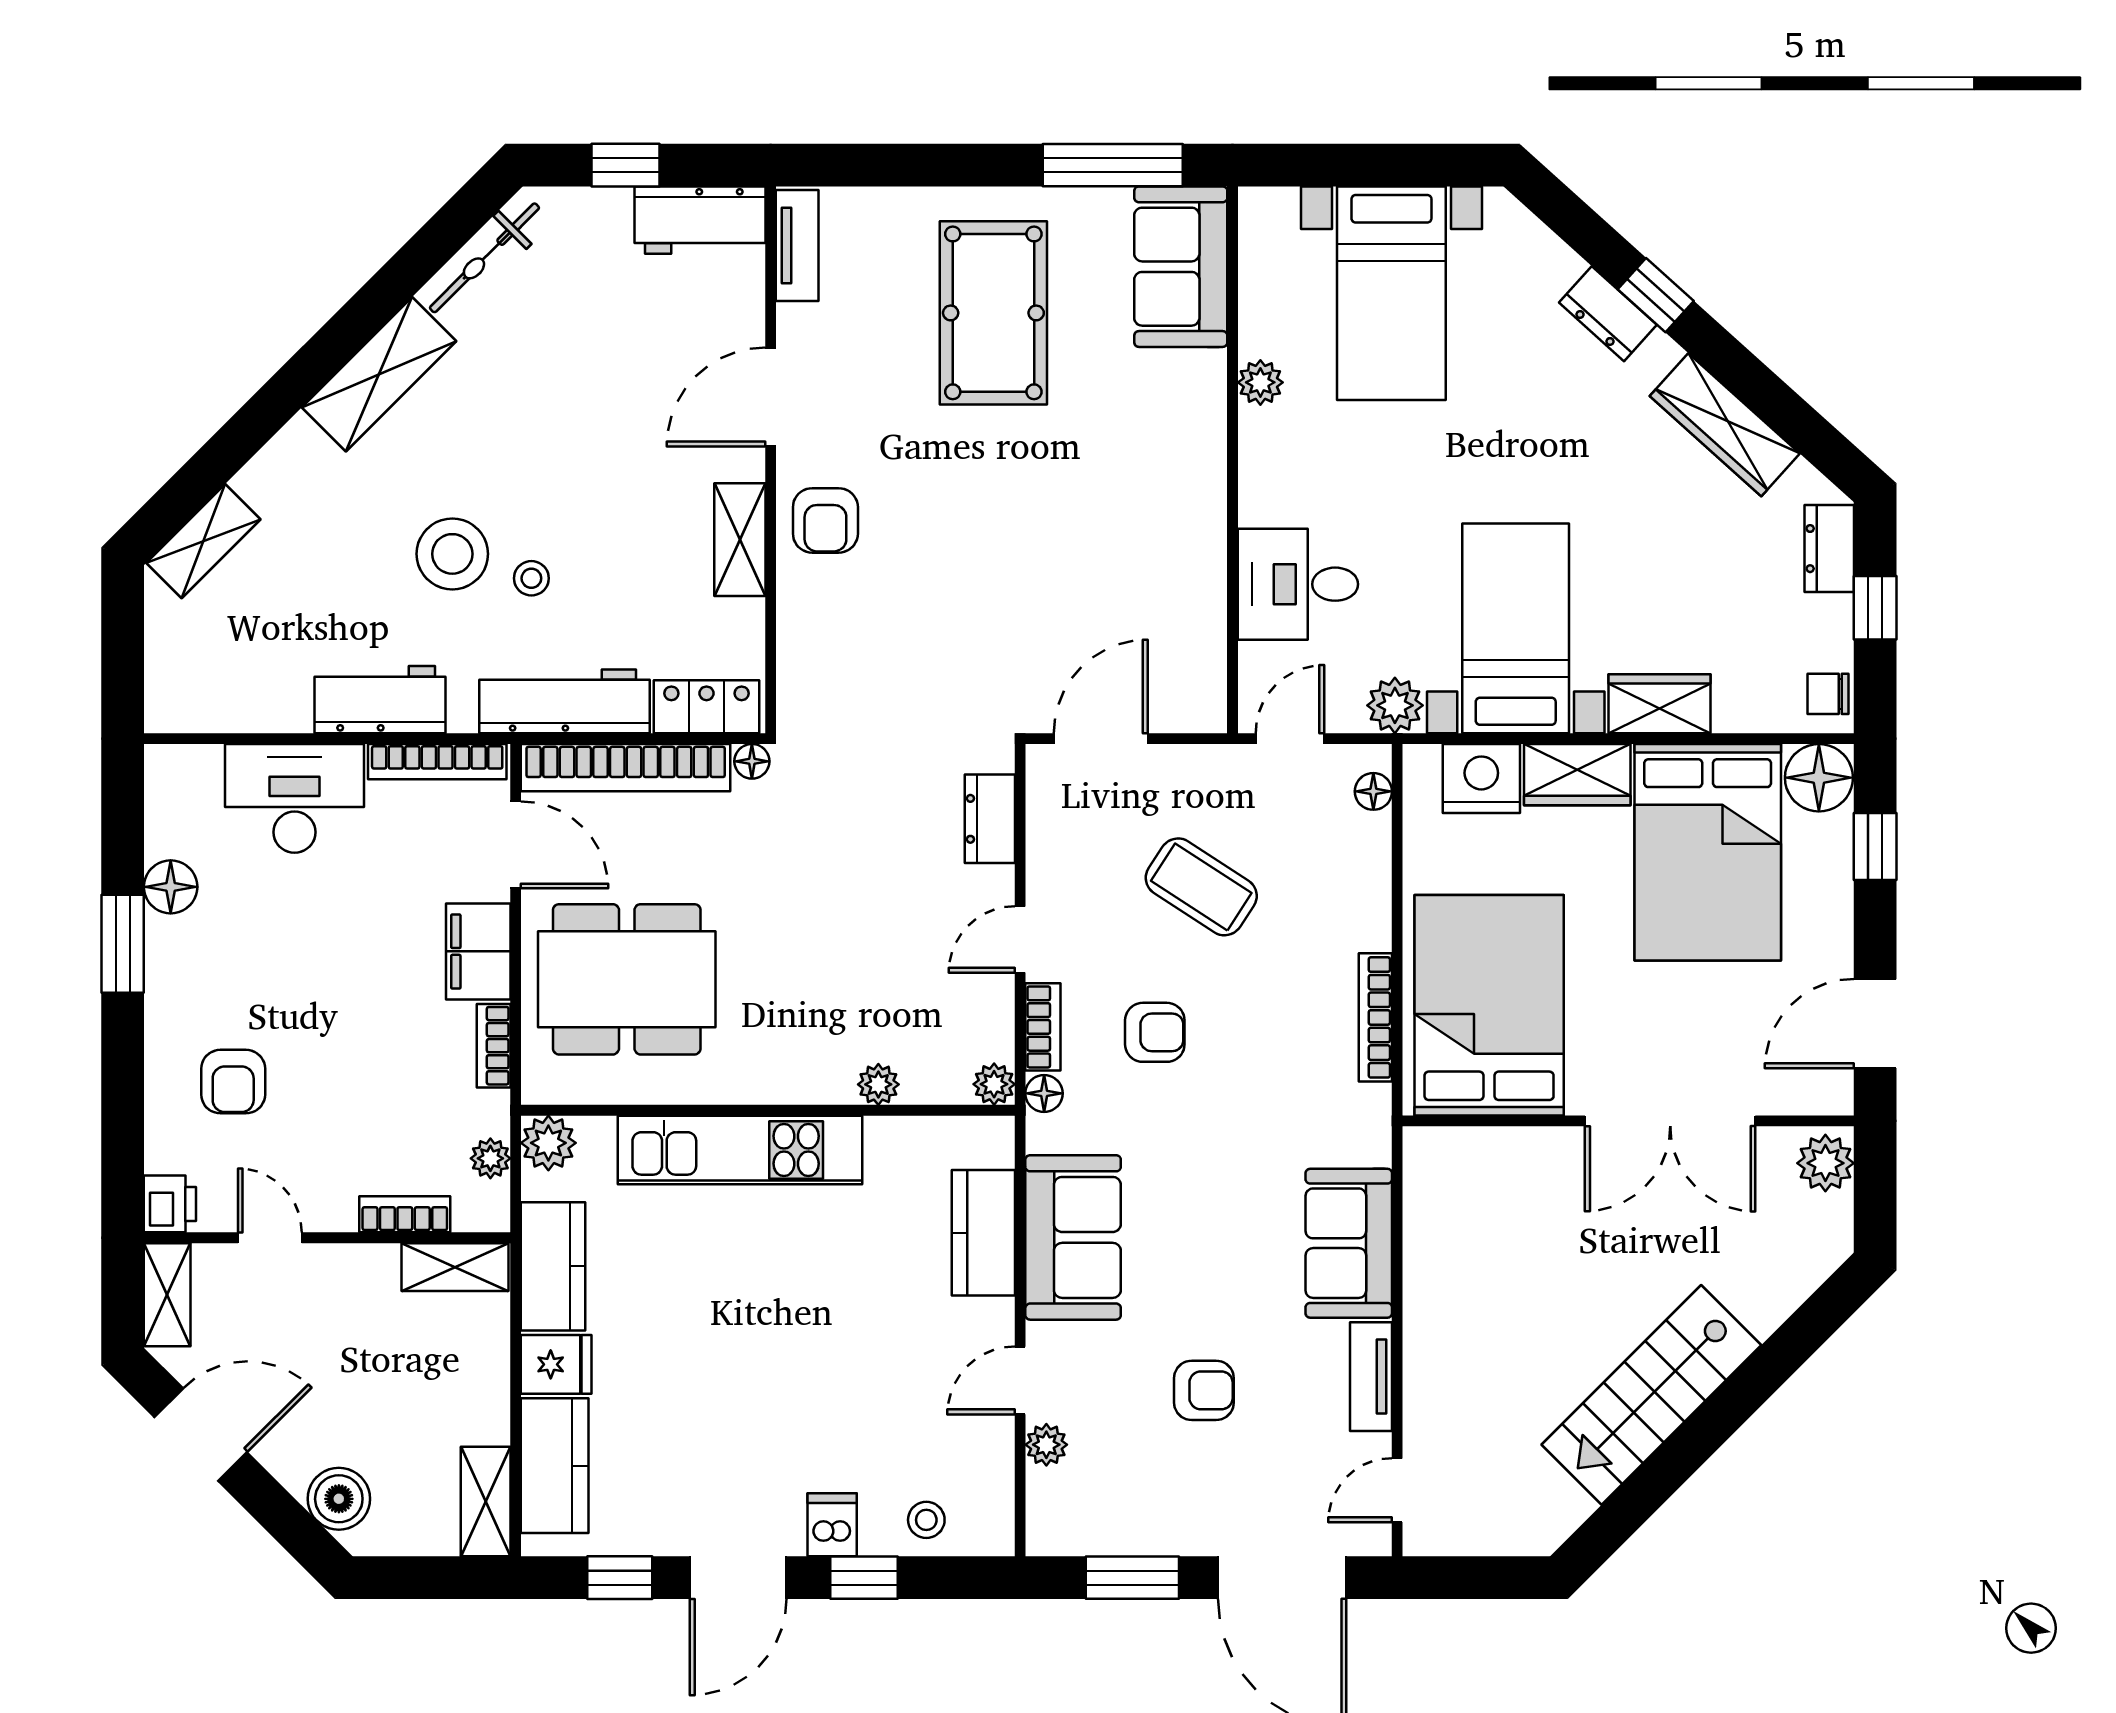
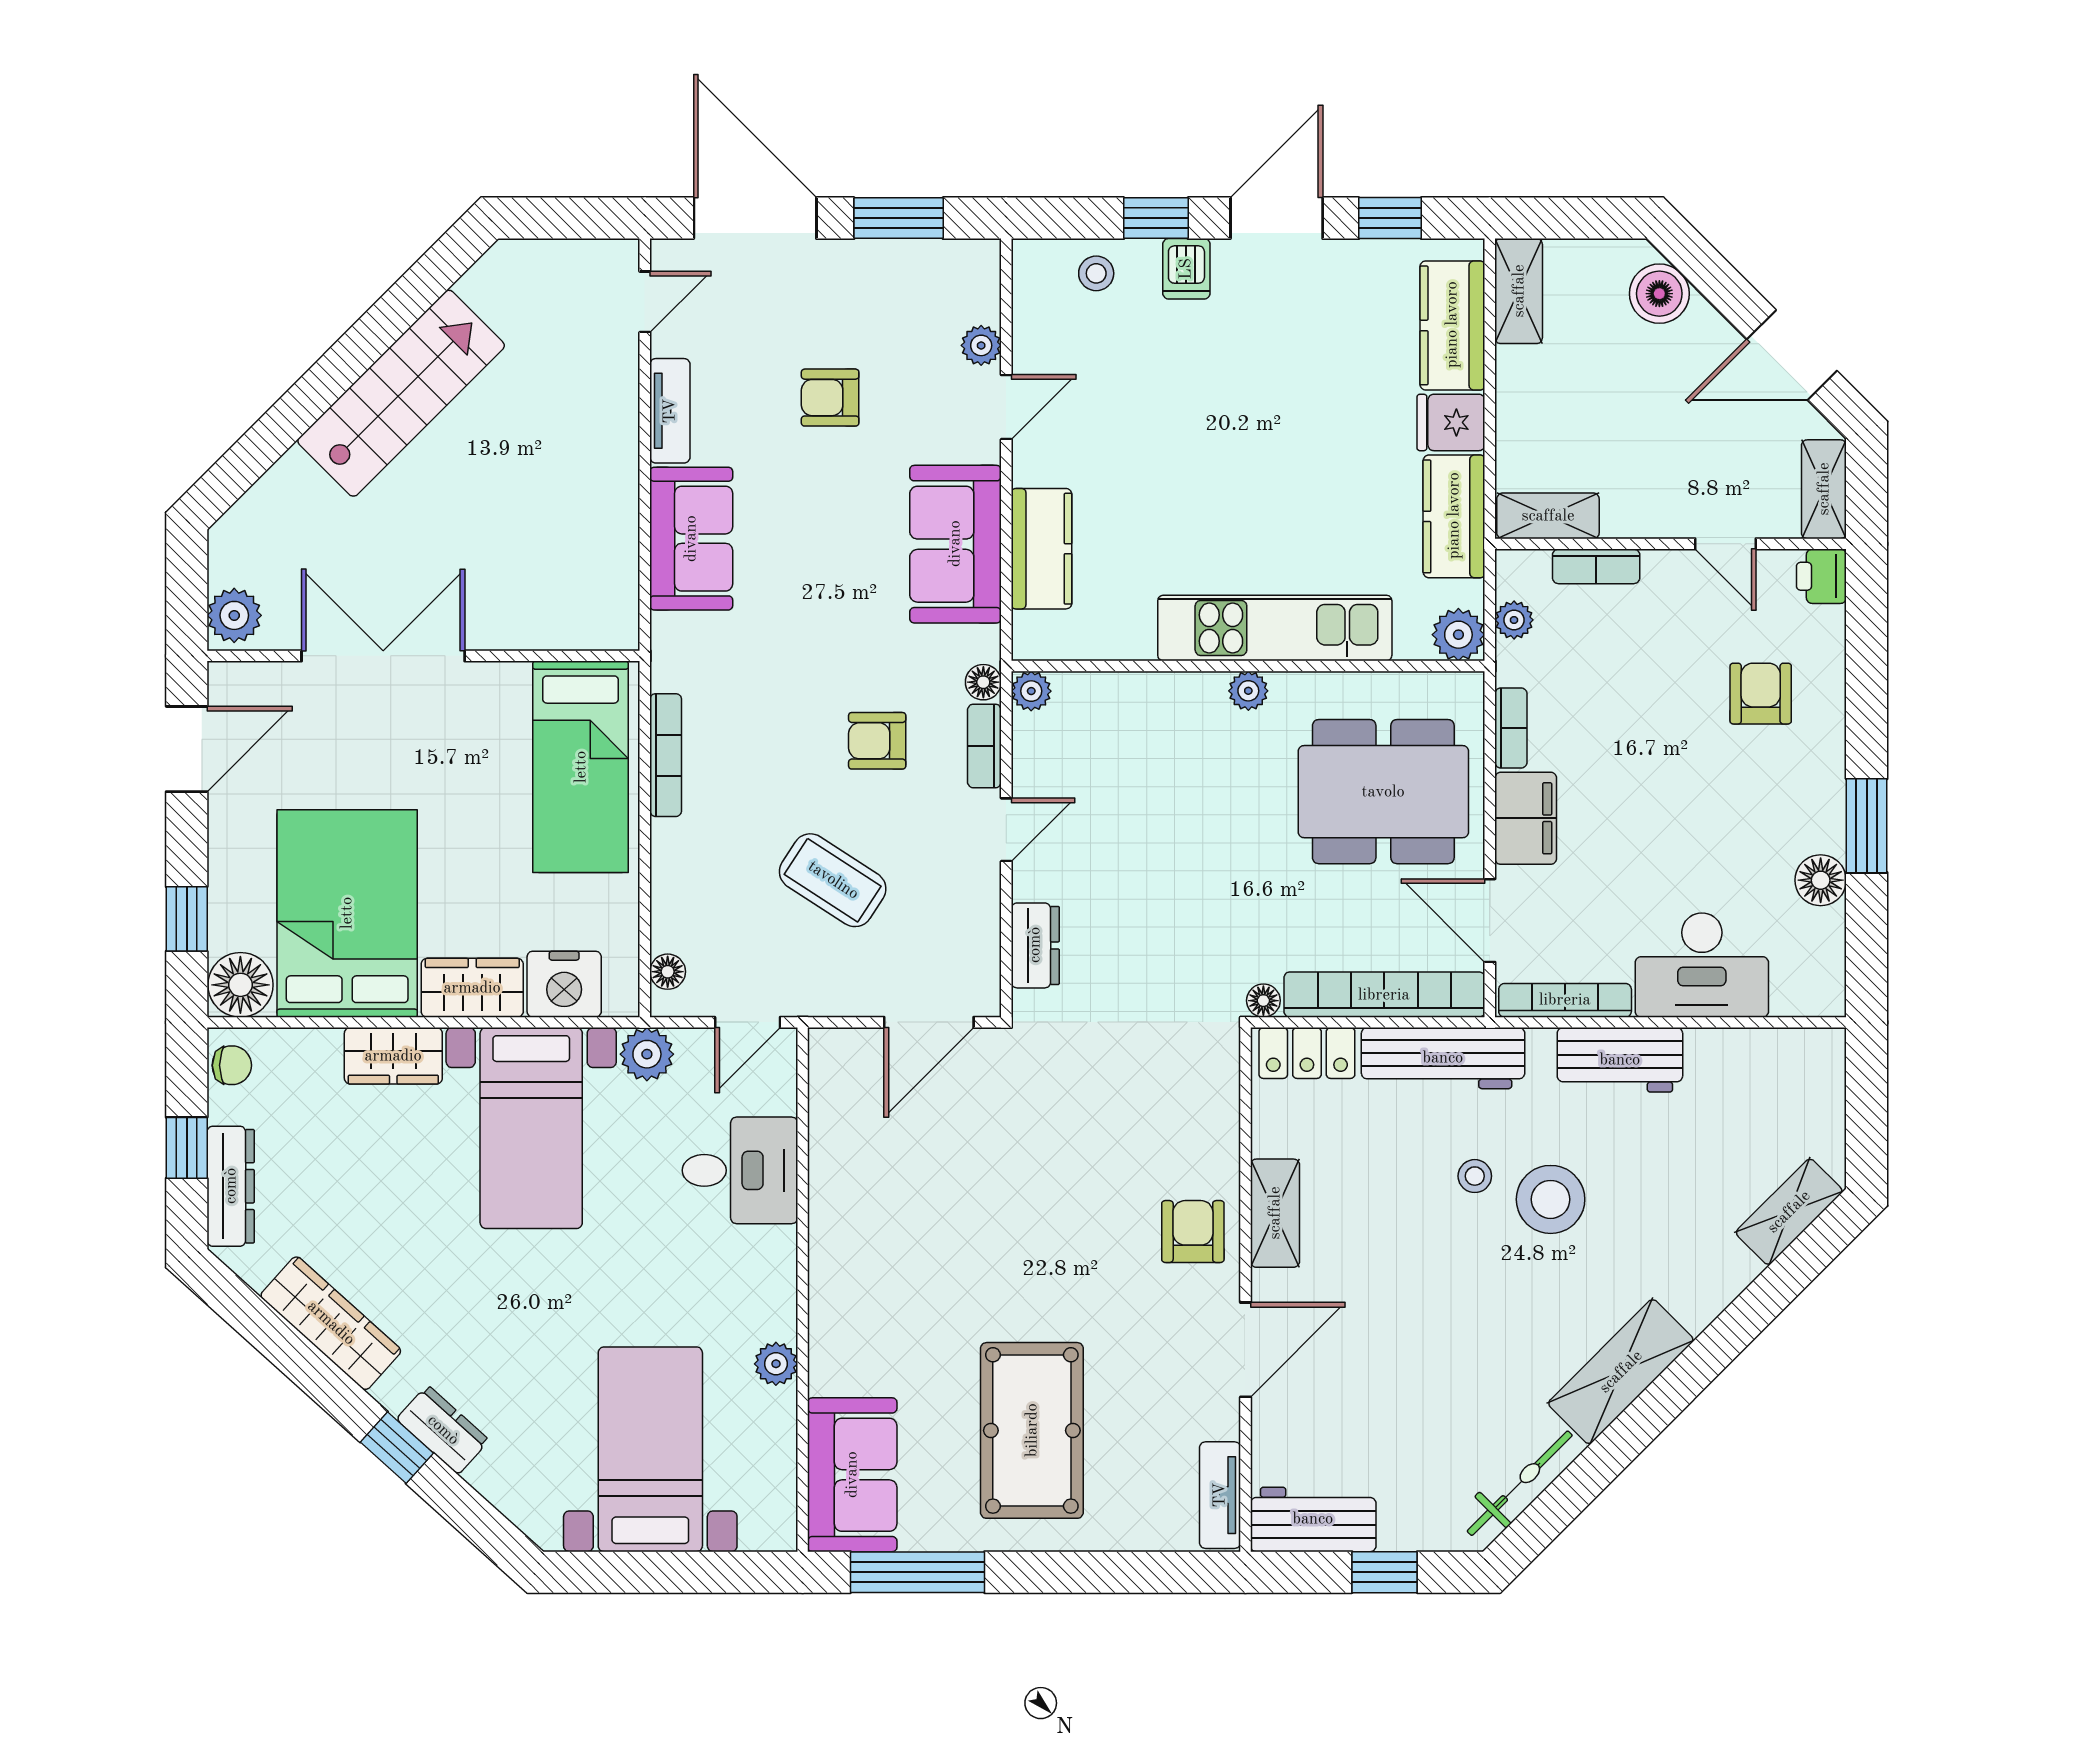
dresser: (1829, 549) -> (231, 1186), width x1.44
bed: (1489, 1005) -> (581, 767), width x0.67
plant: (878, 1084) -> (1248, 691), moved

